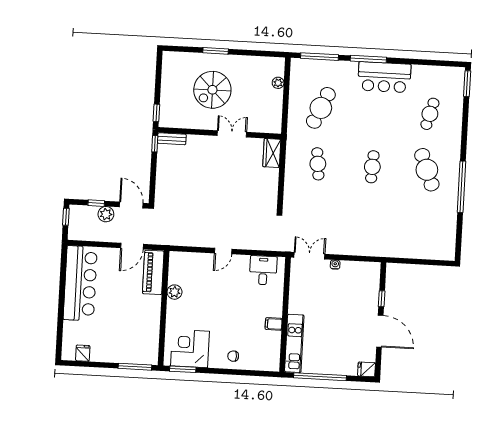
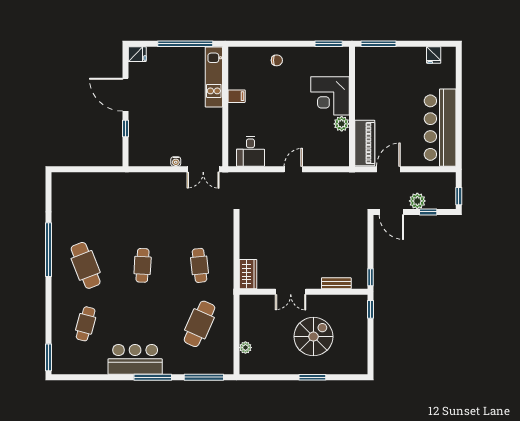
bench: (172, 139) -> (336, 283), moved
corner desk: (190, 349) -> (330, 96), moved, turned 90

